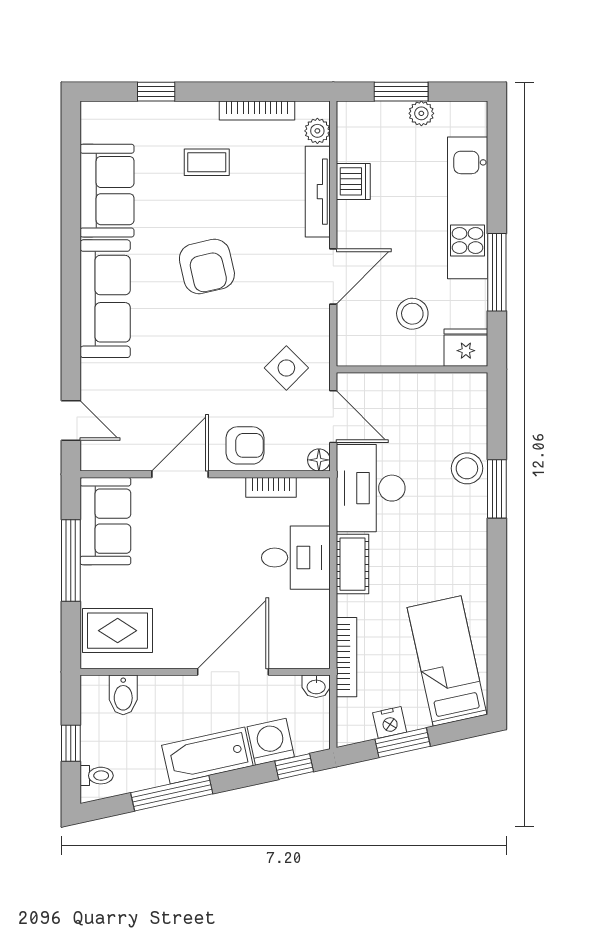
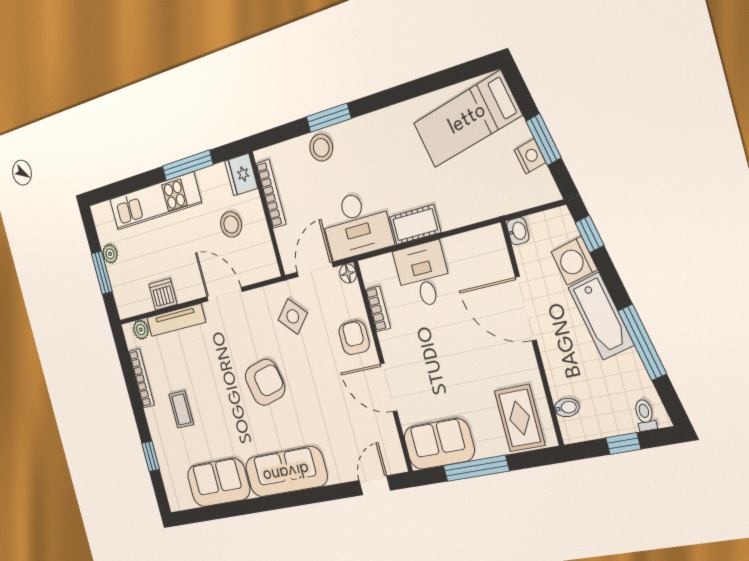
armchair: (207, 266) -> (265, 382), moved
bookcase: (346, 657) -> (271, 194), moved, turned 90
bidet: (123, 695) -> (567, 408), width x0.72, depth x0.74

